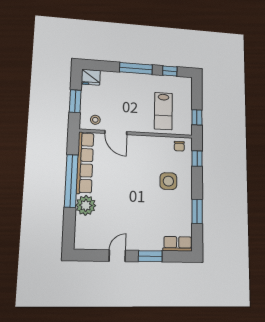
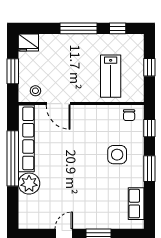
window: (197, 117) -> (149, 67), moved
window: (197, 211) -> (149, 169), moved
row of seats: (178, 244) -> (136, 204), moved, turned -90

